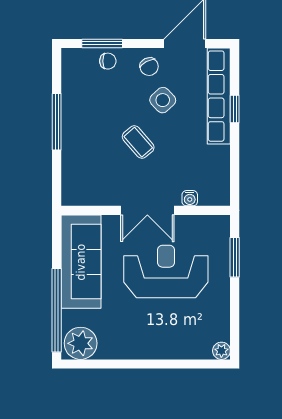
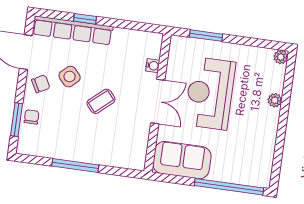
sofa: (81, 262) -> (182, 160), width x0.73
plant: (81, 343) -> (275, 100), moved, width x0.53, depth x0.53

